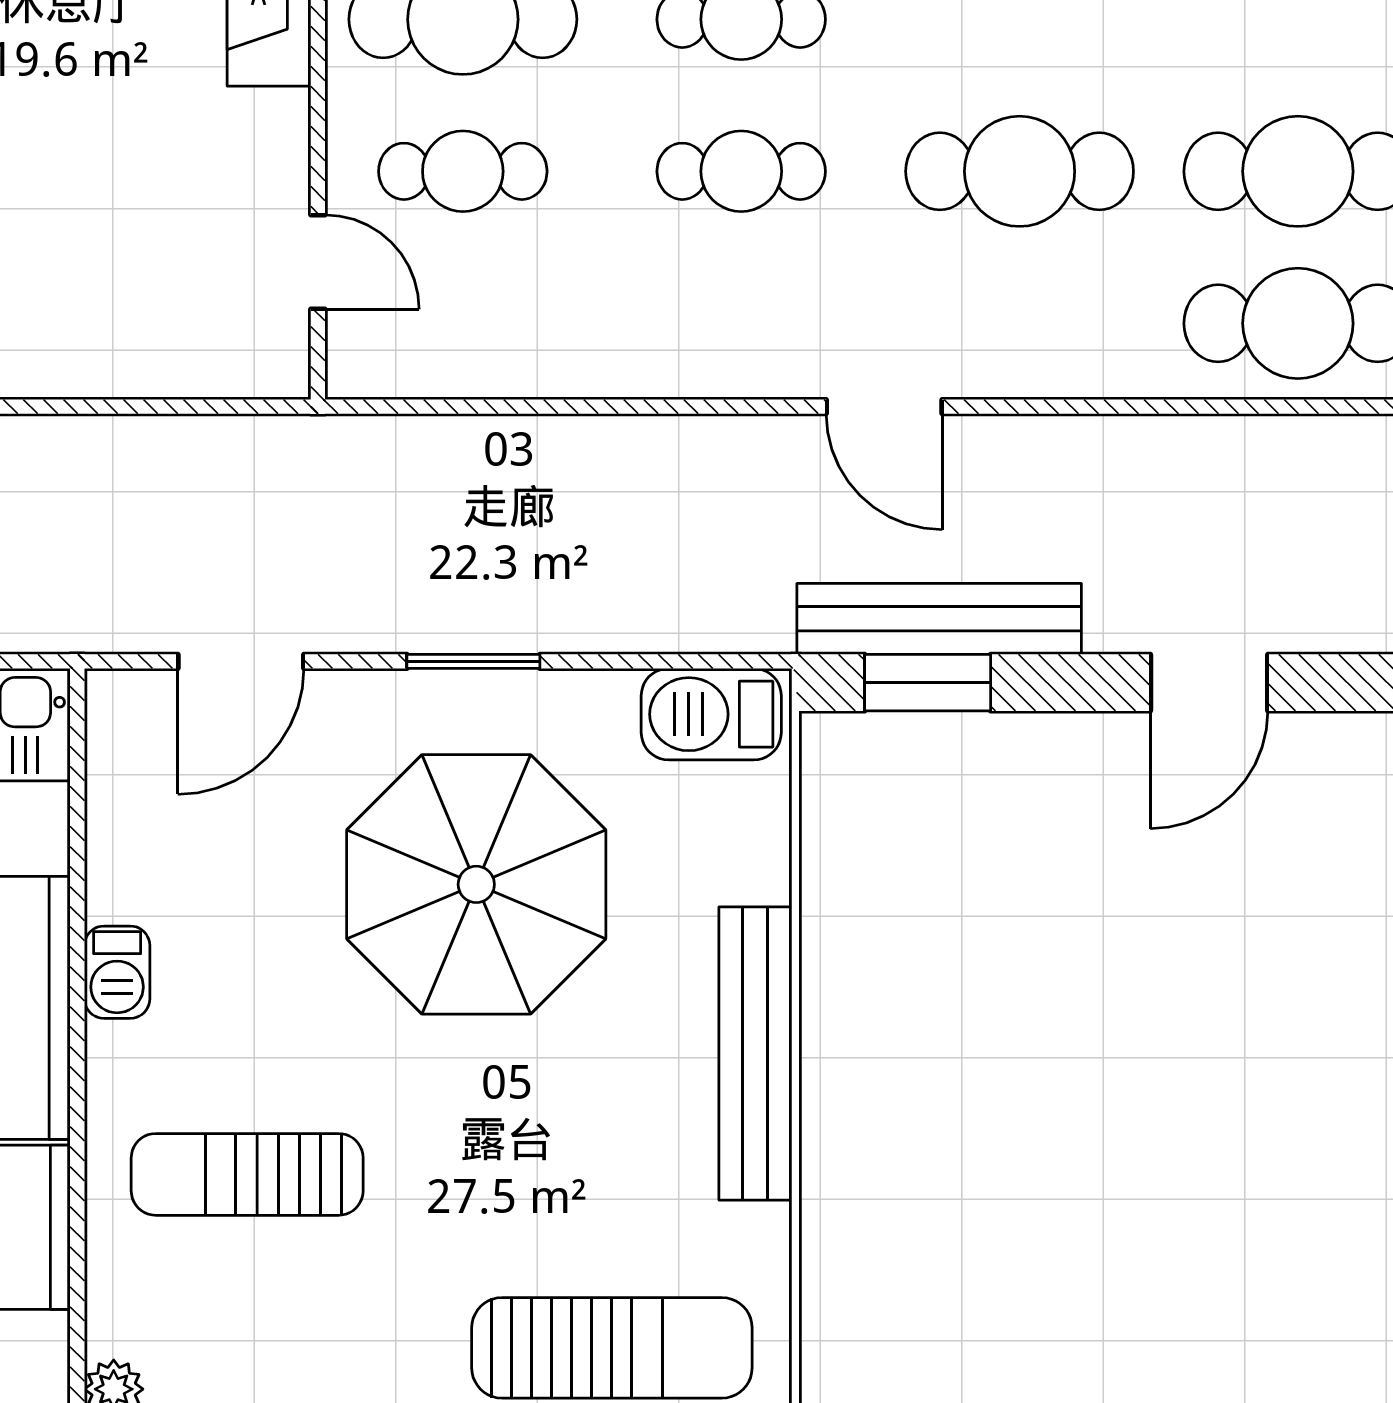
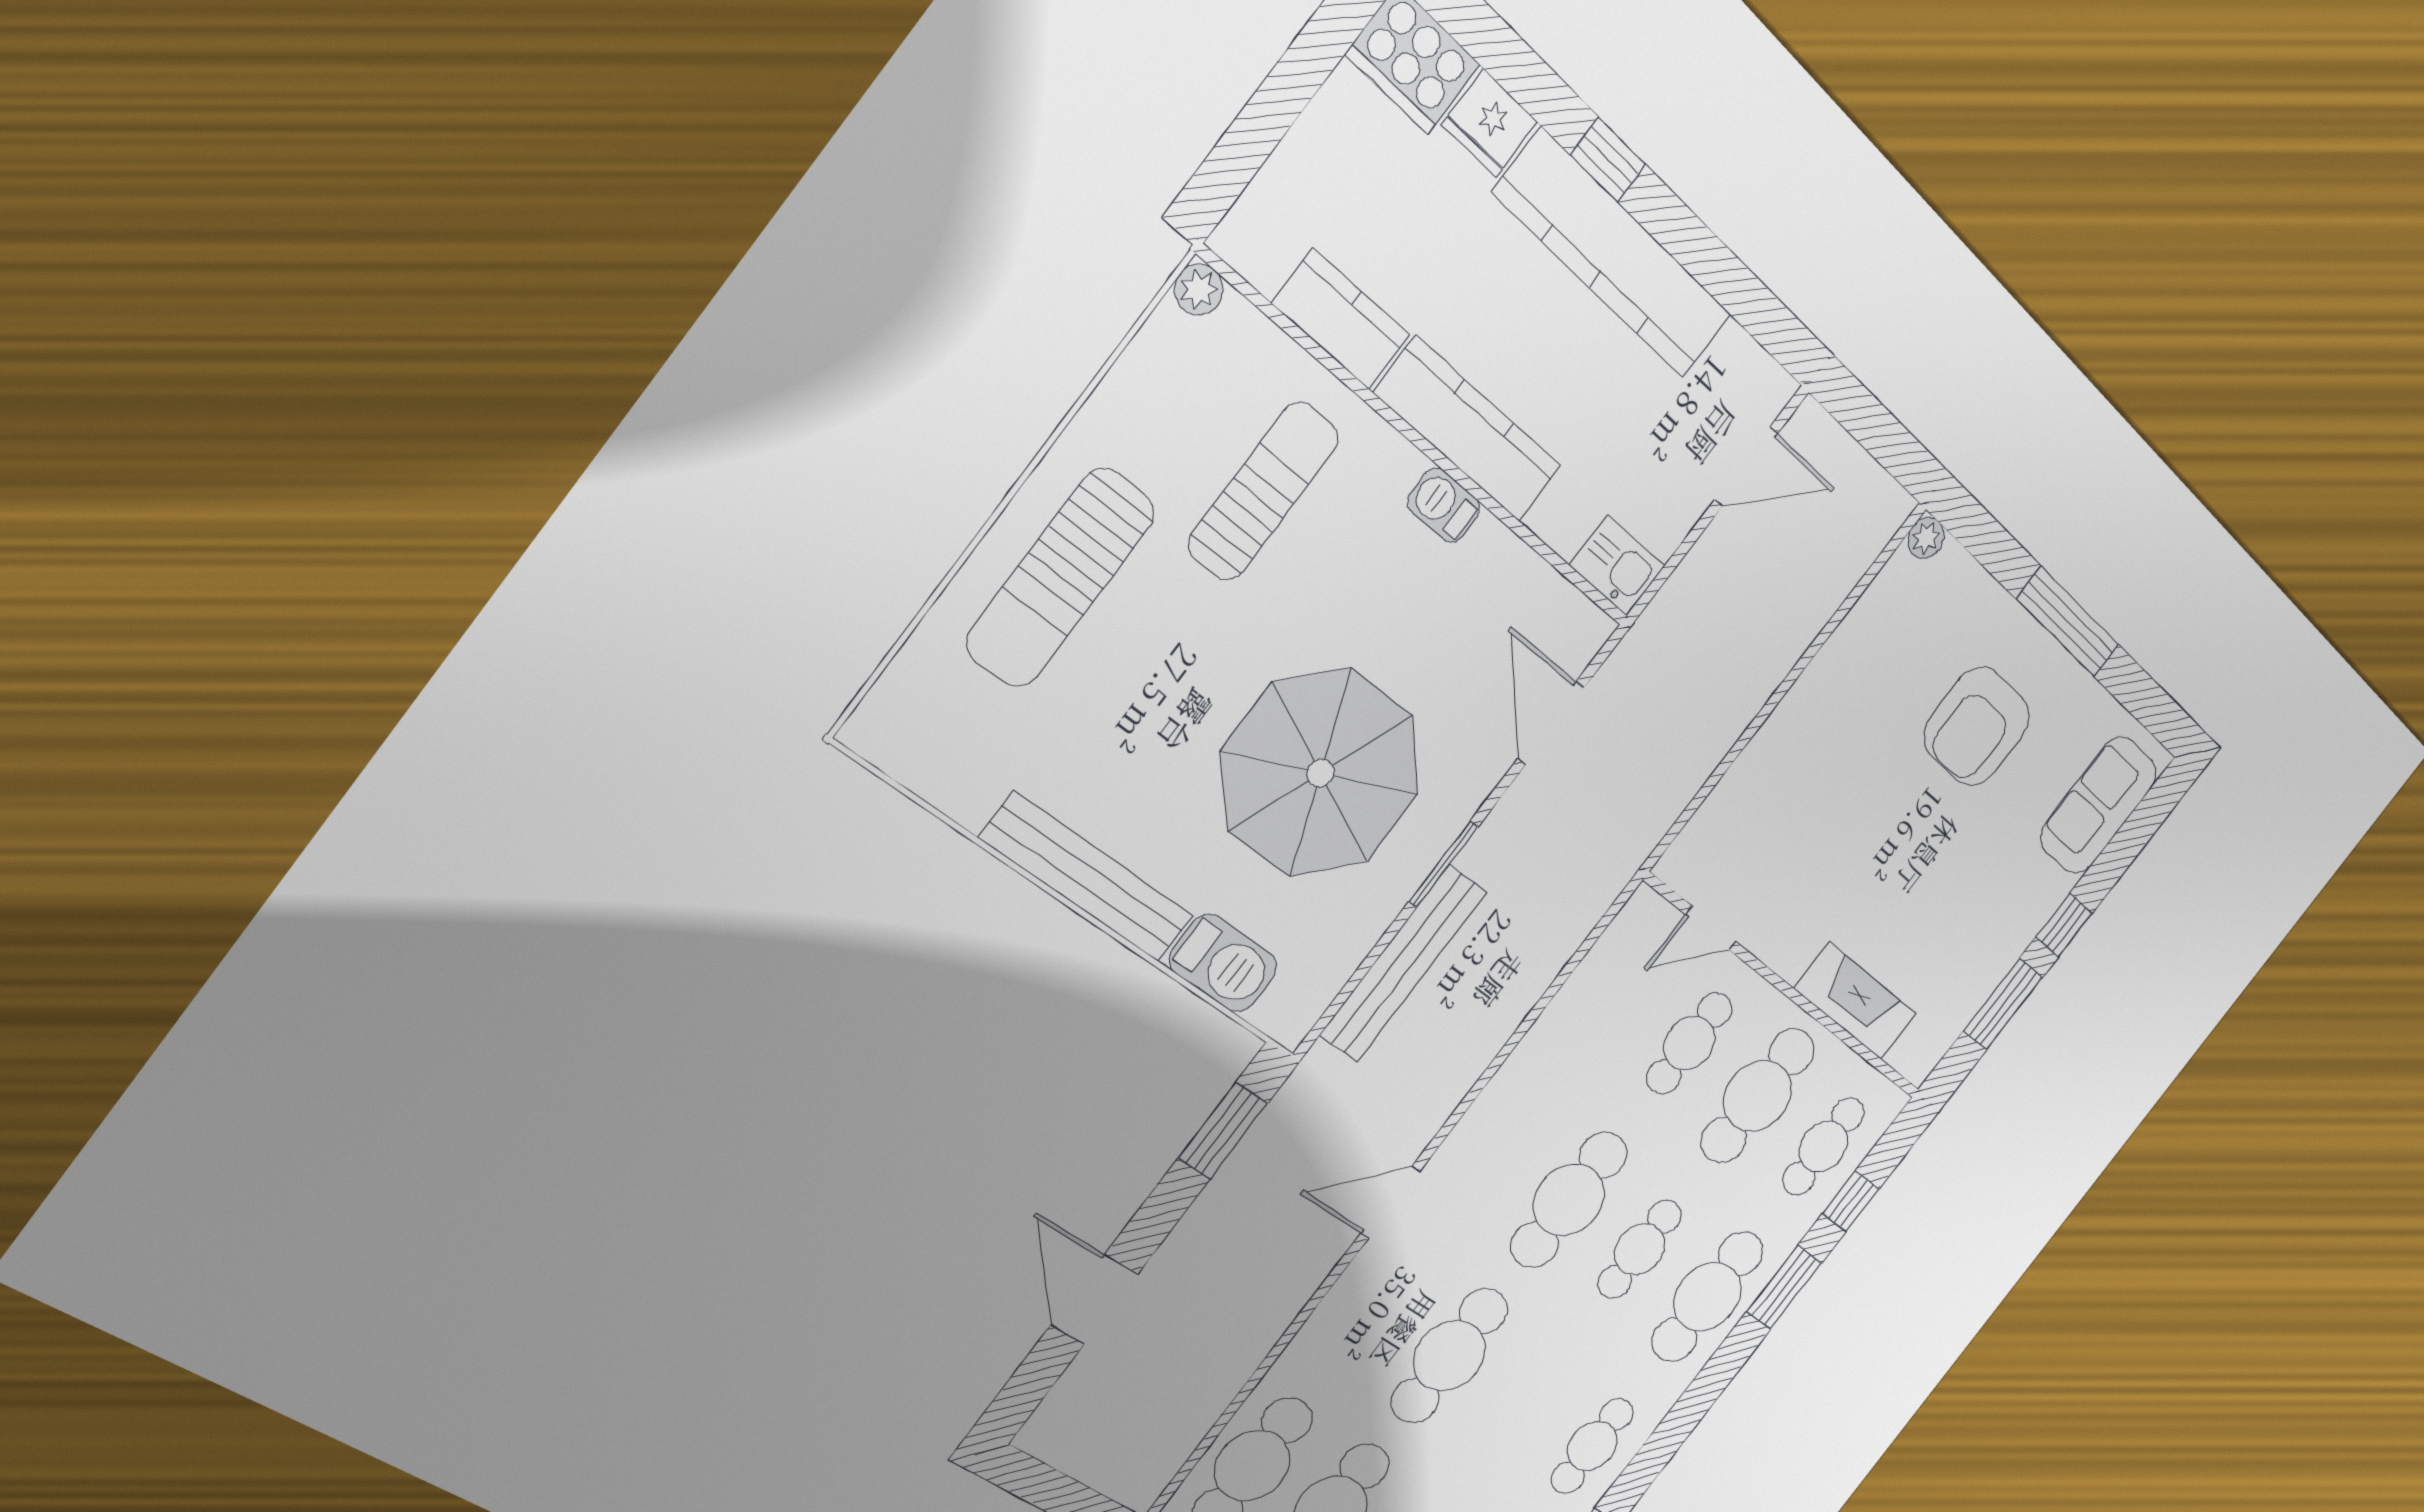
cafe table: (741, 171) -> (1569, 1200), width x1.37, depth x1.35
bench: (939, 619) -> (1403, 963), moved
barbecue: (711, 714) -> (1223, 963), moved, turned 90
sun lounger: (612, 1348) -> (1061, 578), moved

